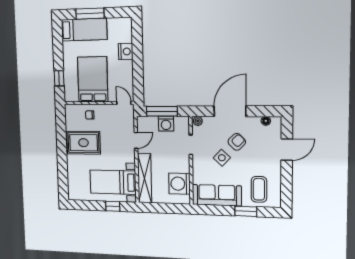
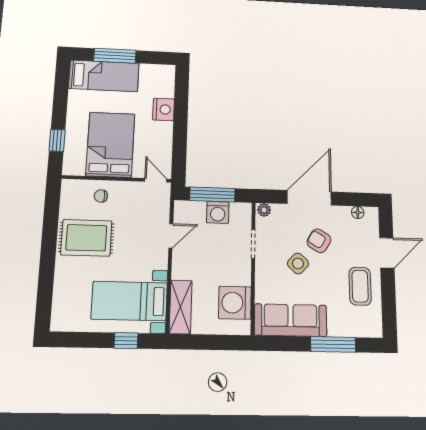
armchair: (237, 142) -> (319, 241), turned -104
shelving: (145, 178) -> (181, 307), width x0.68
coffee table: (259, 189) -> (360, 286), moved
window: (246, 211) -> (333, 344), width x1.44

